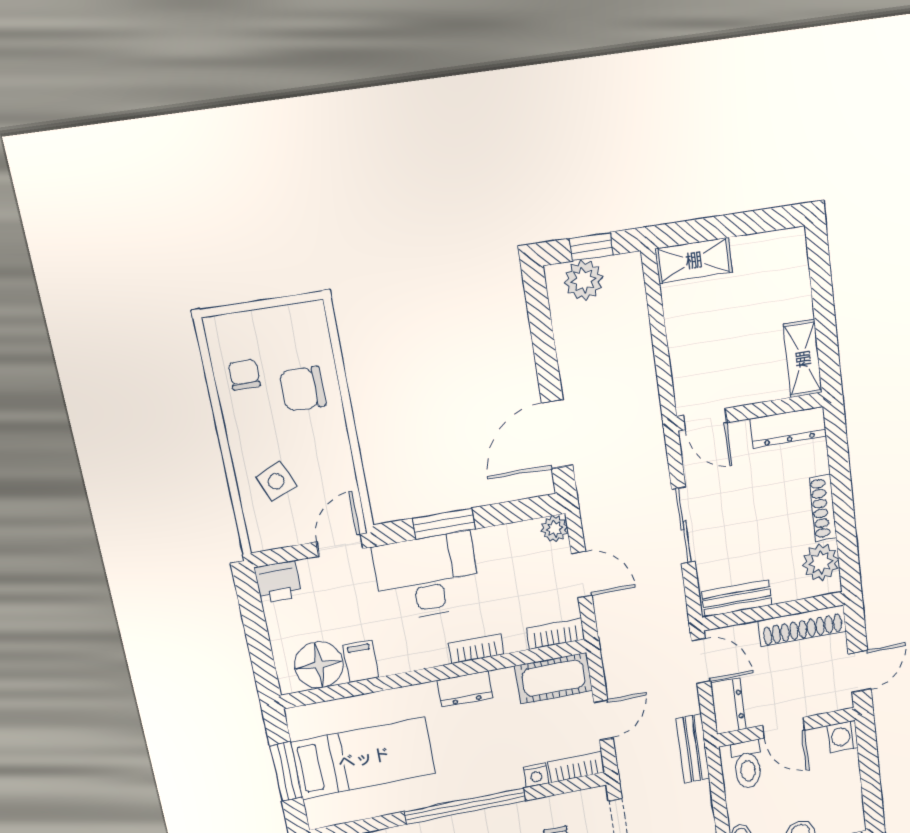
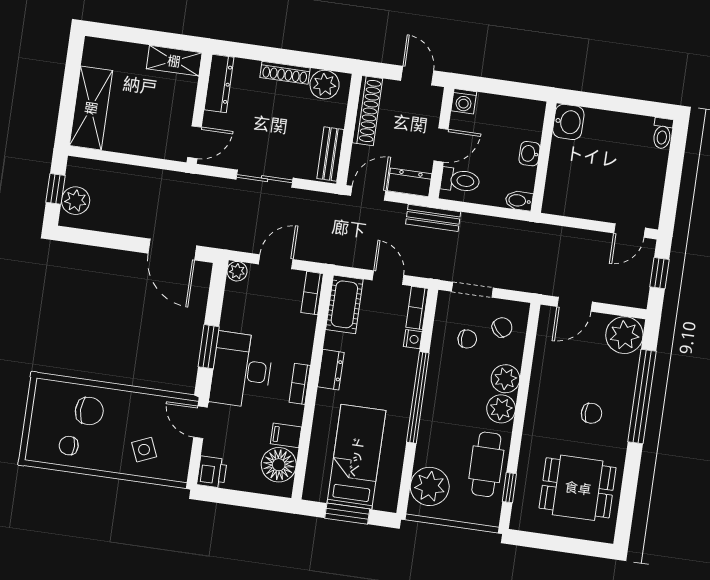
shelving: (694, 260) -> (91, 108), width x1.50, depth x1.33
chair: (303, 389) -> (89, 411), turned -90
bookcase: (476, 649) -> (300, 384), moved

